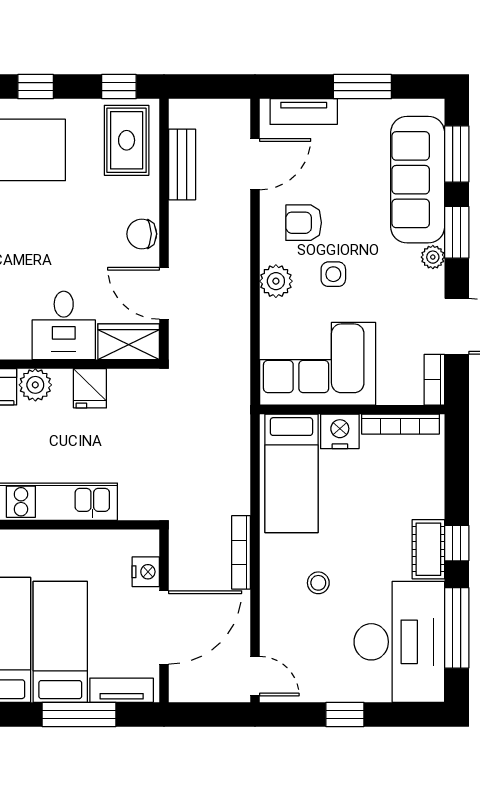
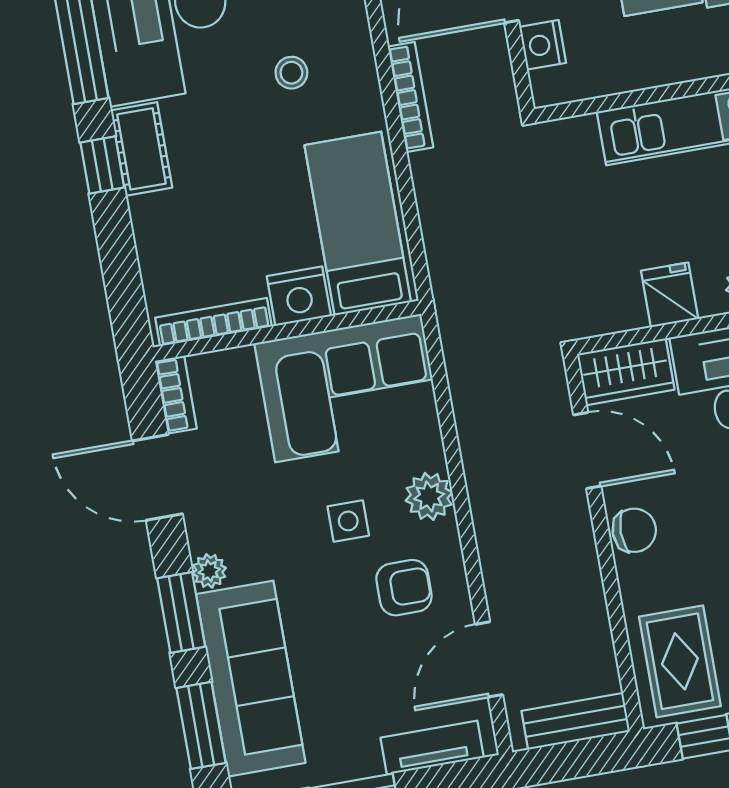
bench: (182, 164) -> (576, 721), moved, turned 90

